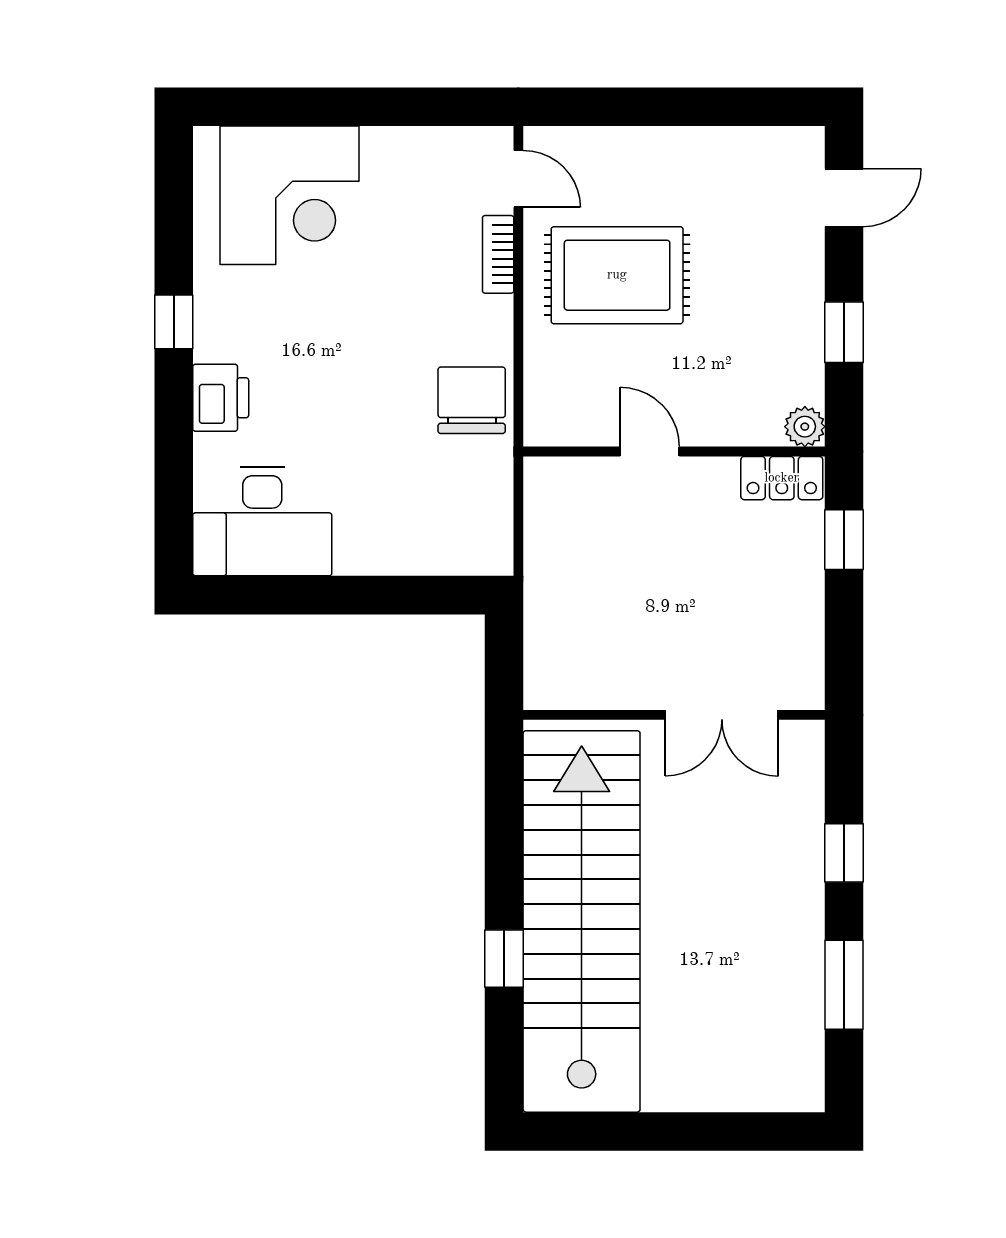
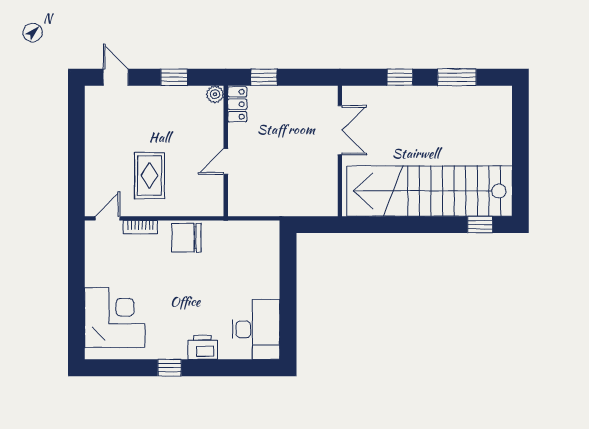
rug: (617, 275) -> (149, 176), width x0.73, depth x0.70
chair: (472, 400) -> (186, 238), moved
window: (504, 959) -> (480, 225), moved

